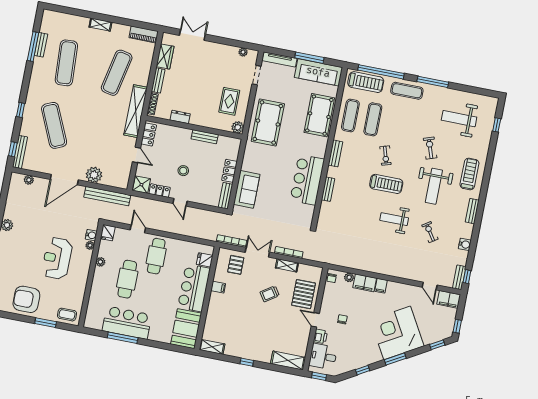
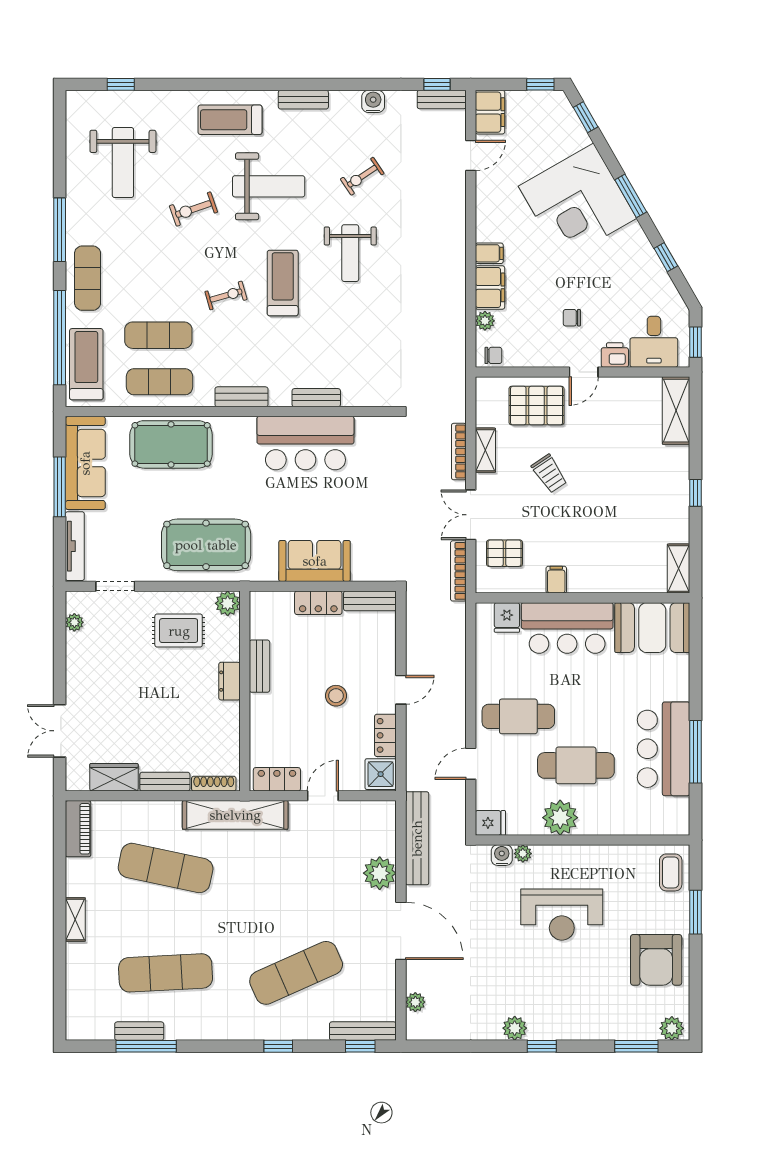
dresser: (180, 117) -> (229, 681), moved
sofa: (247, 189) -> (315, 561), moved
plant: (100, 262) -> (560, 818), width x1.88, depth x1.88

